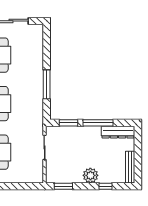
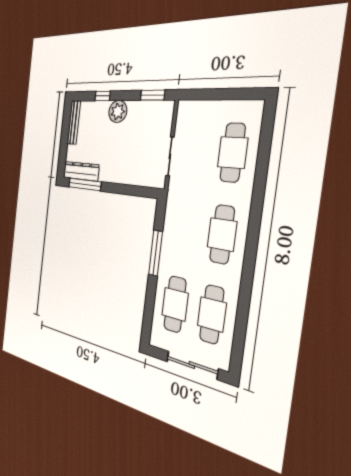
cafe table: (28, 55) -> (175, 304), added
window: (68, 123) -> (135, 191), removed
window: (98, 123) -> (85, 184), moved

